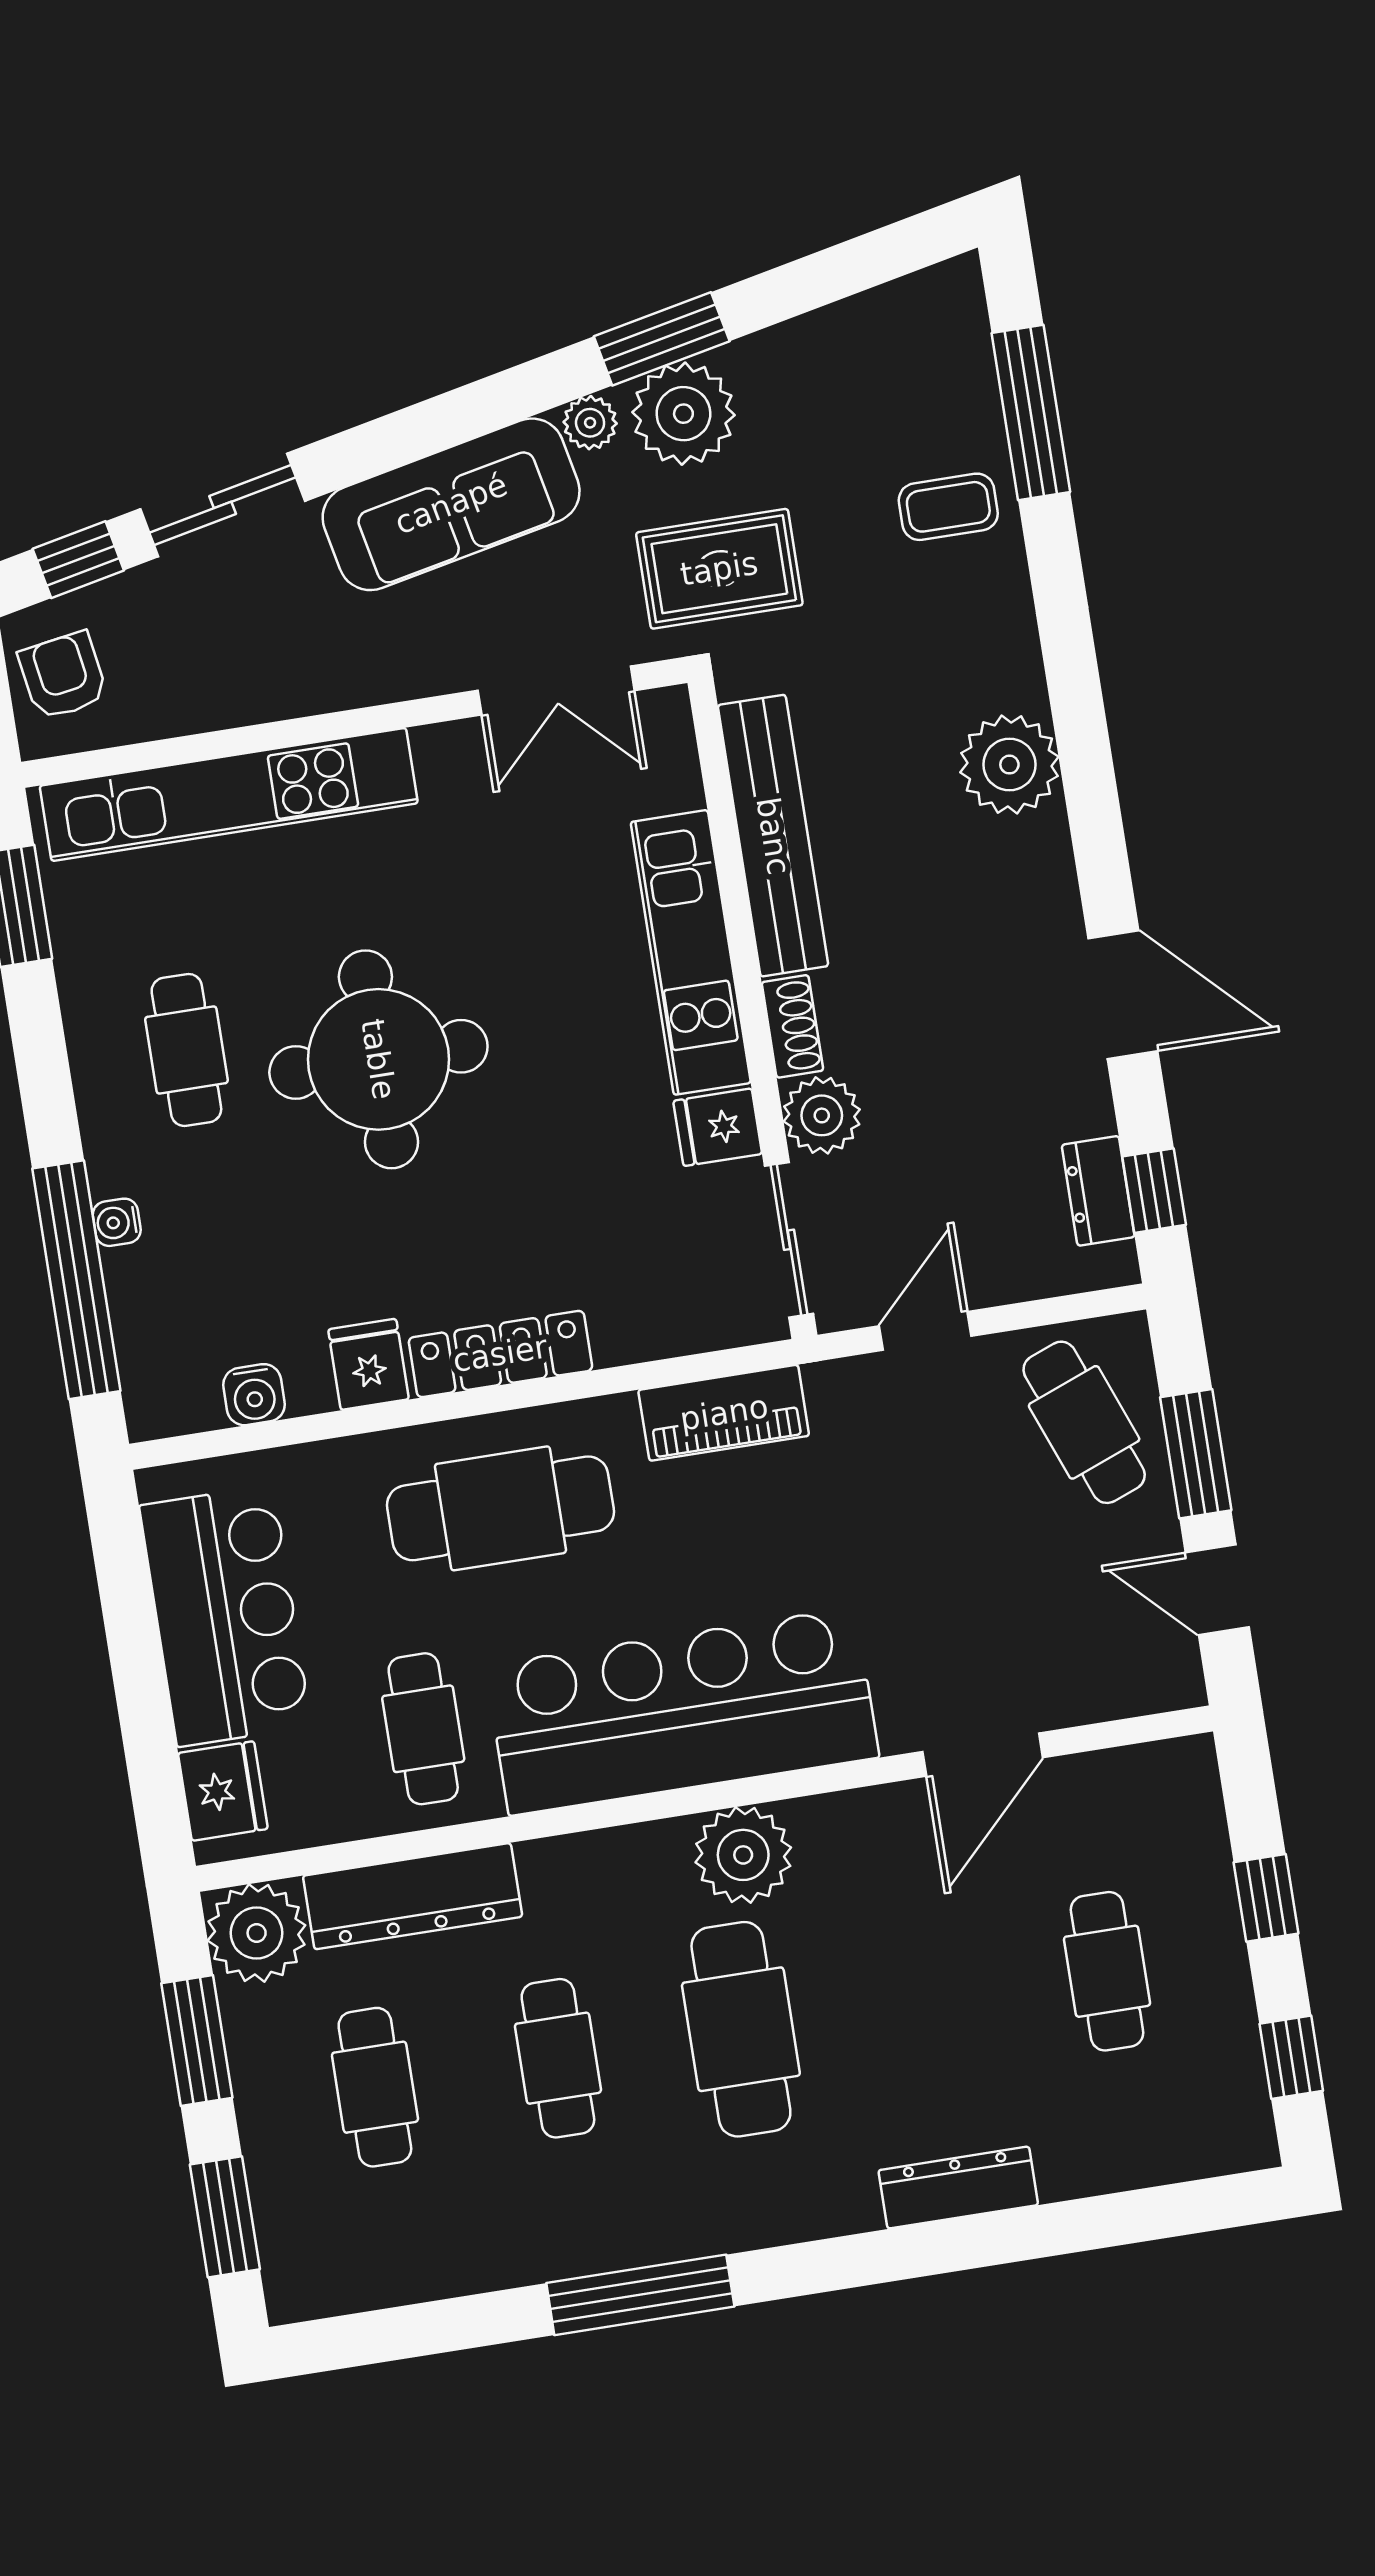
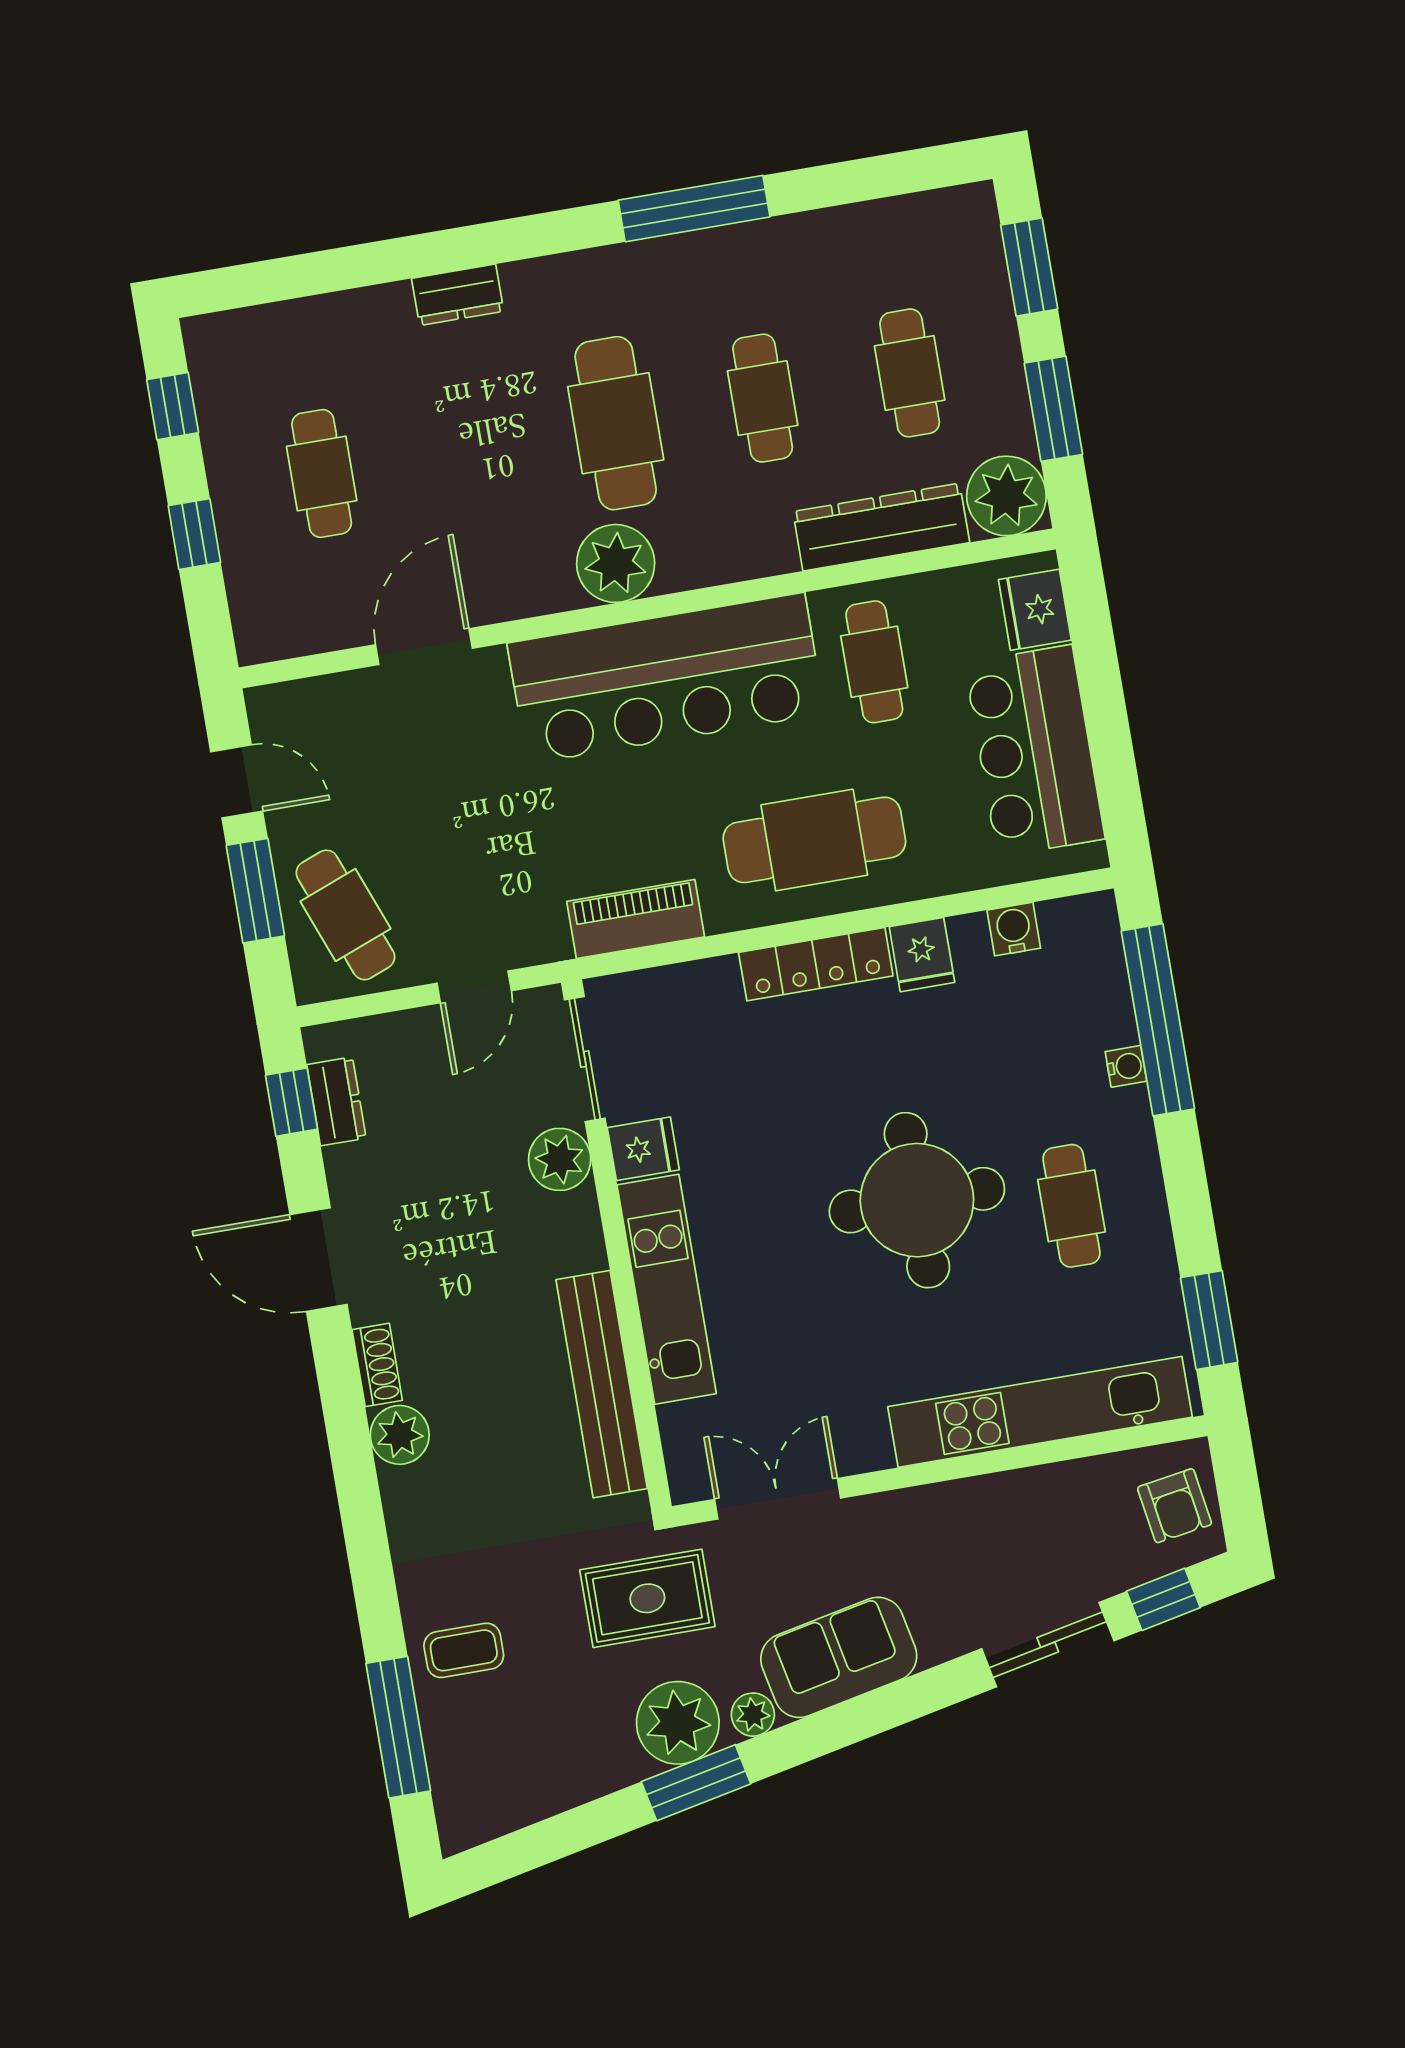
sofa: (451, 504) -> (839, 1657), width x0.73
plant: (1009, 765) -> (400, 1435), width x0.73, depth x0.73
shoe rack: (792, 1026) -> (377, 1365), moved, turned 180
dresser: (958, 2188) -> (458, 295), width x0.70

